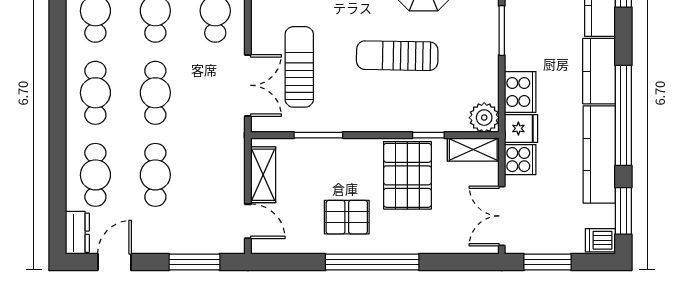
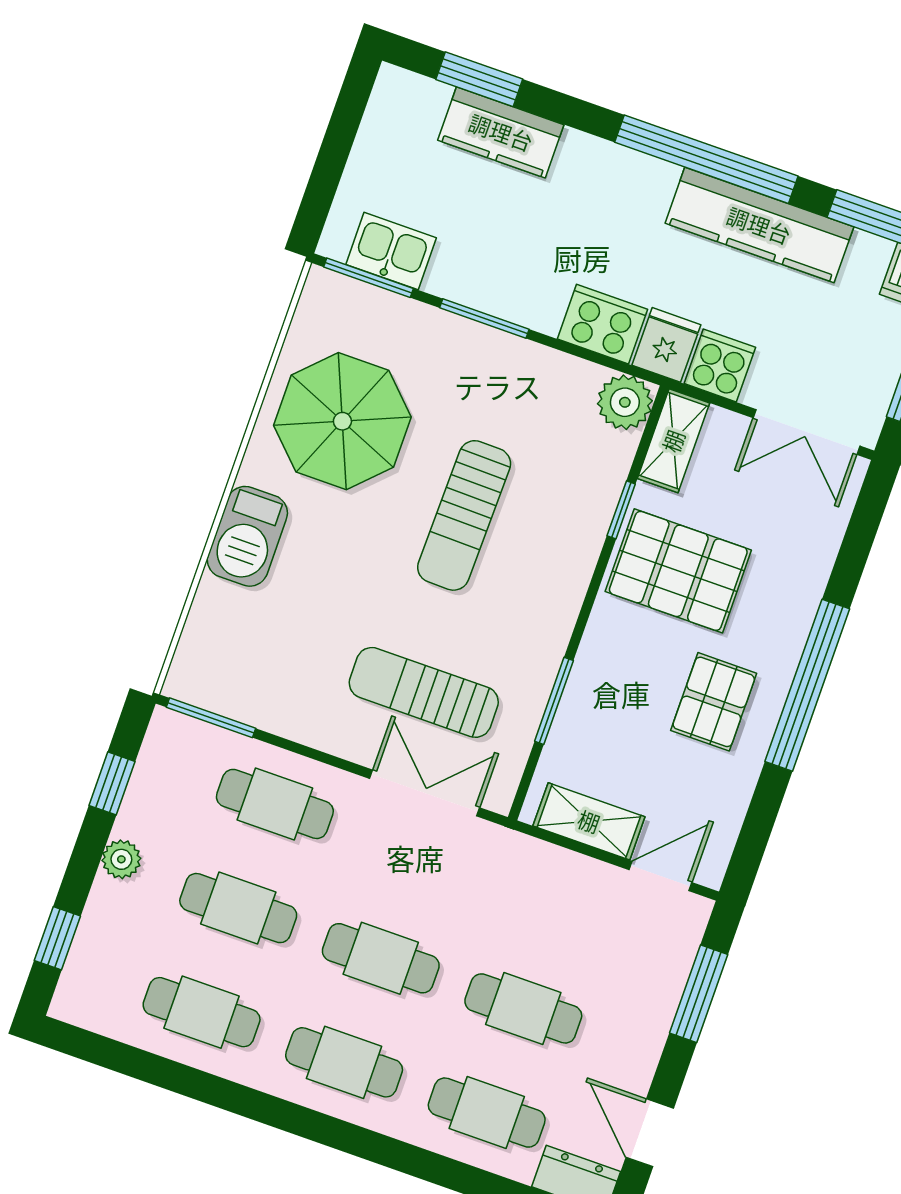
kitchen counter: (599, 71) -> (614, 174), removed

